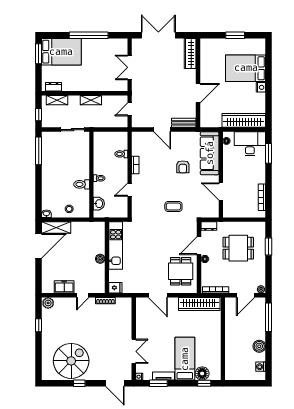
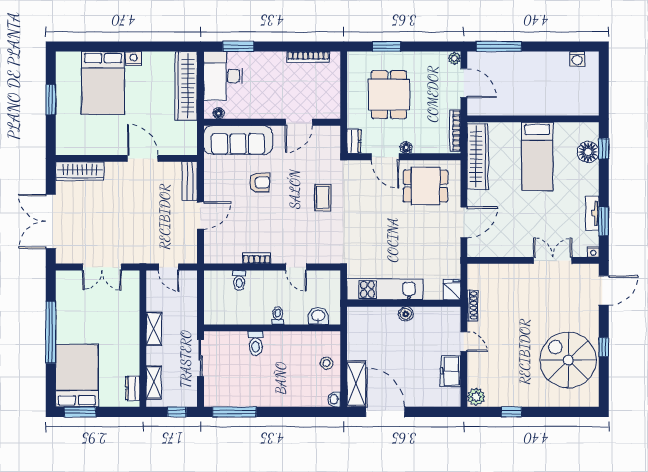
toilet: (82, 184) -> (256, 343), moved
boiler: (259, 346) -> (545, 61), removed
bed: (185, 359) -> (537, 156), moved, turned -90

